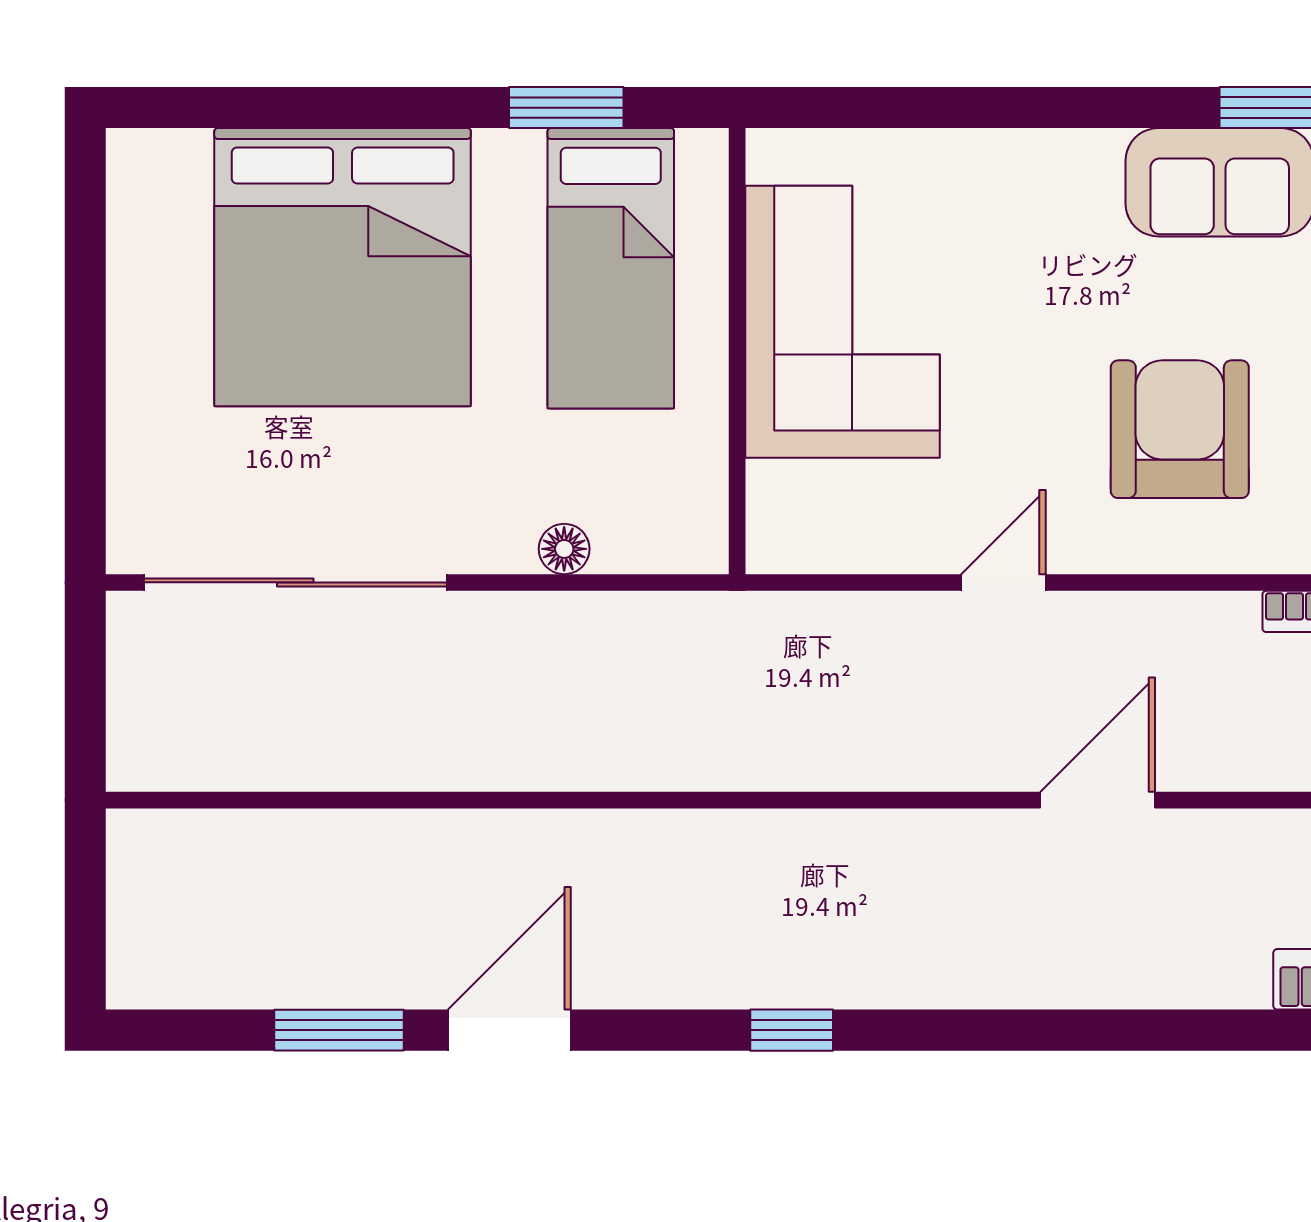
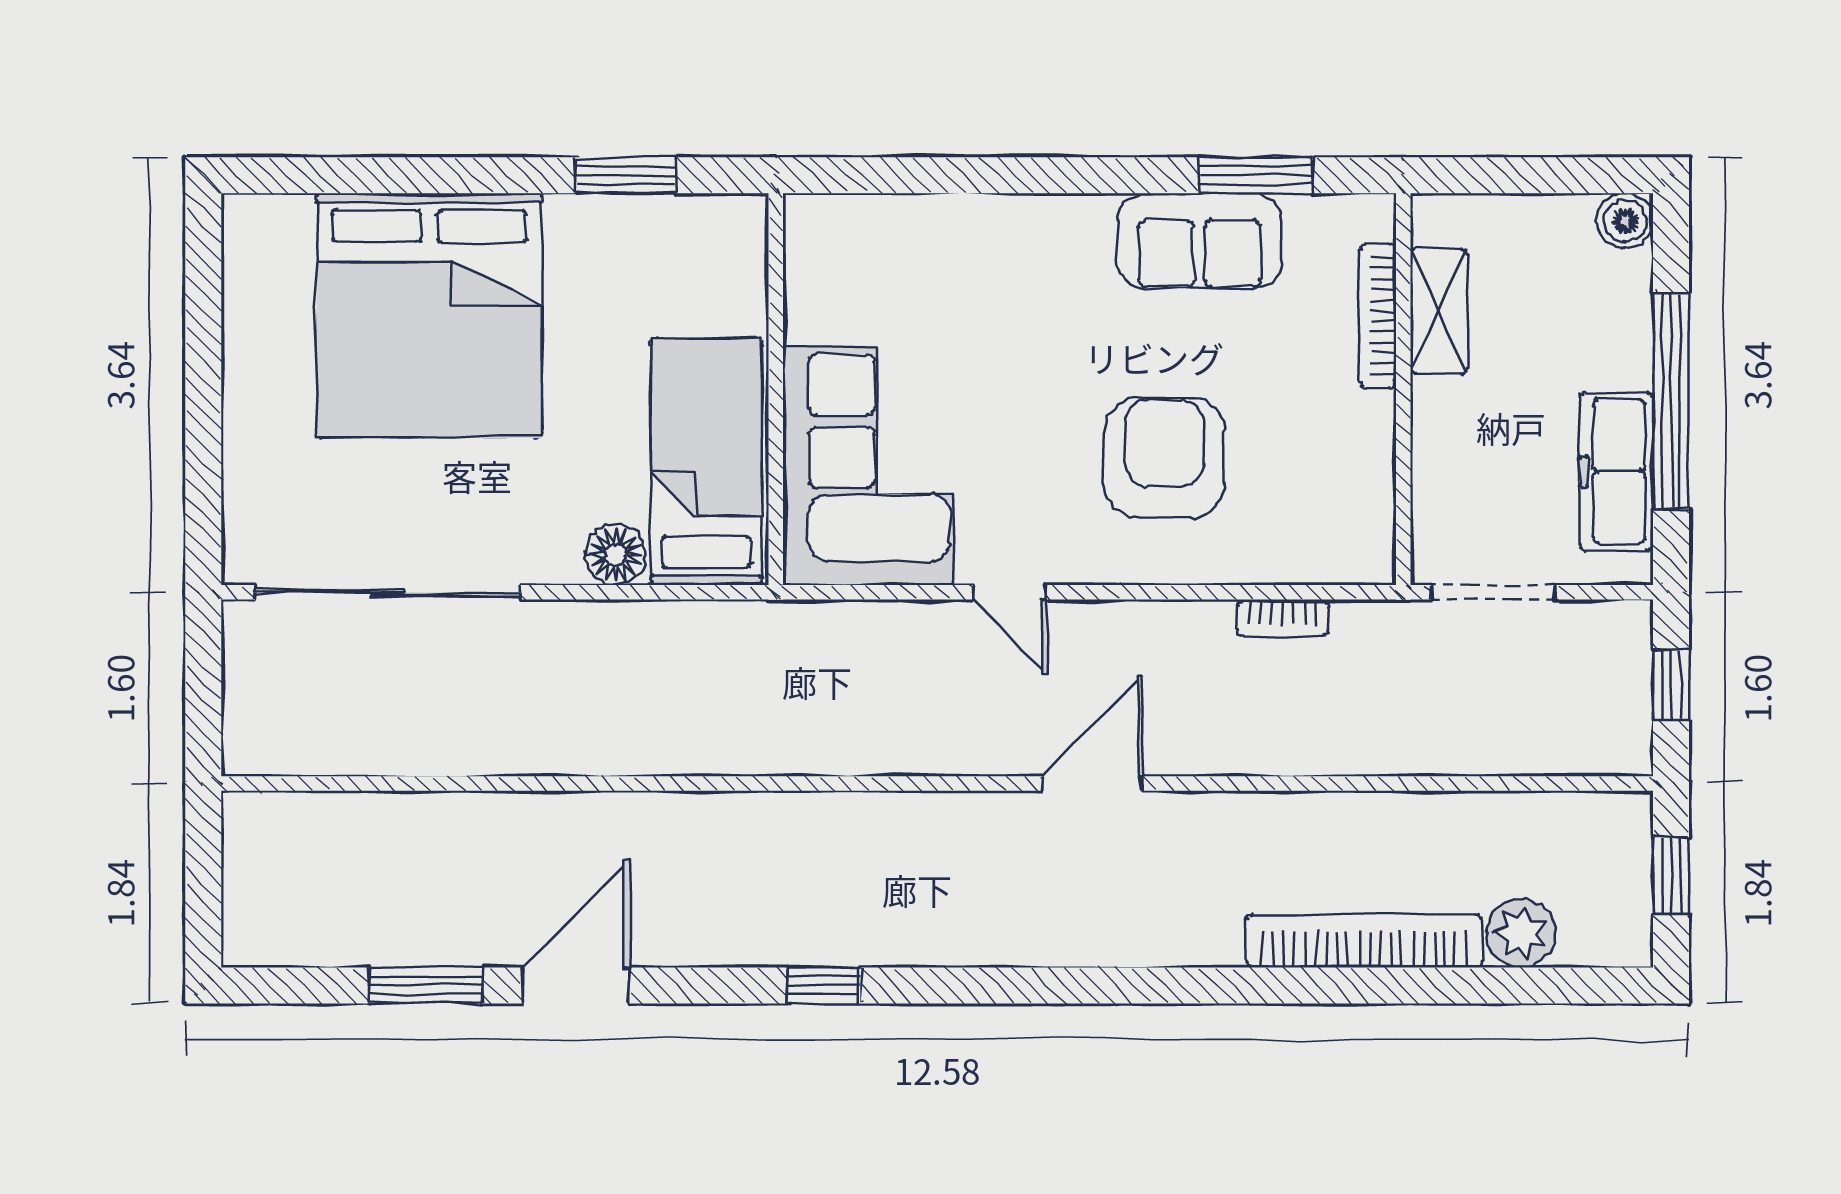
bed: (611, 268) -> (706, 462), moved, turned 180
corner sofa: (842, 322) -> (868, 466), moved
floor lamp: (564, 549) -> (616, 555), width x1.37, depth x1.37
door: (1003, 582) -> (1010, 592), swing flipped

